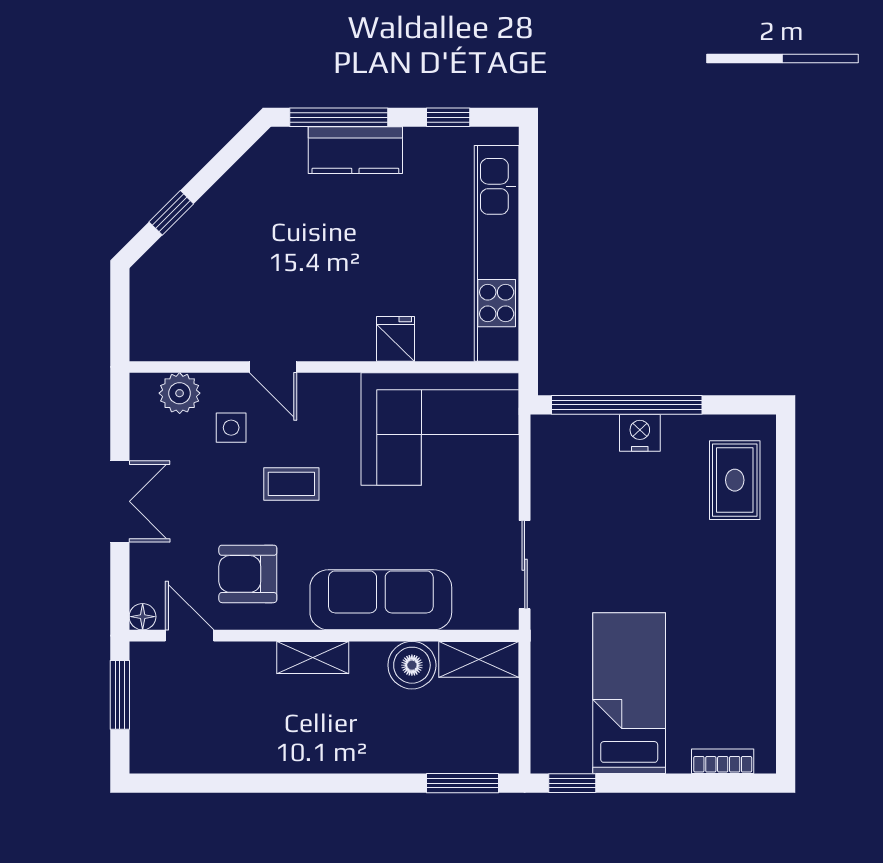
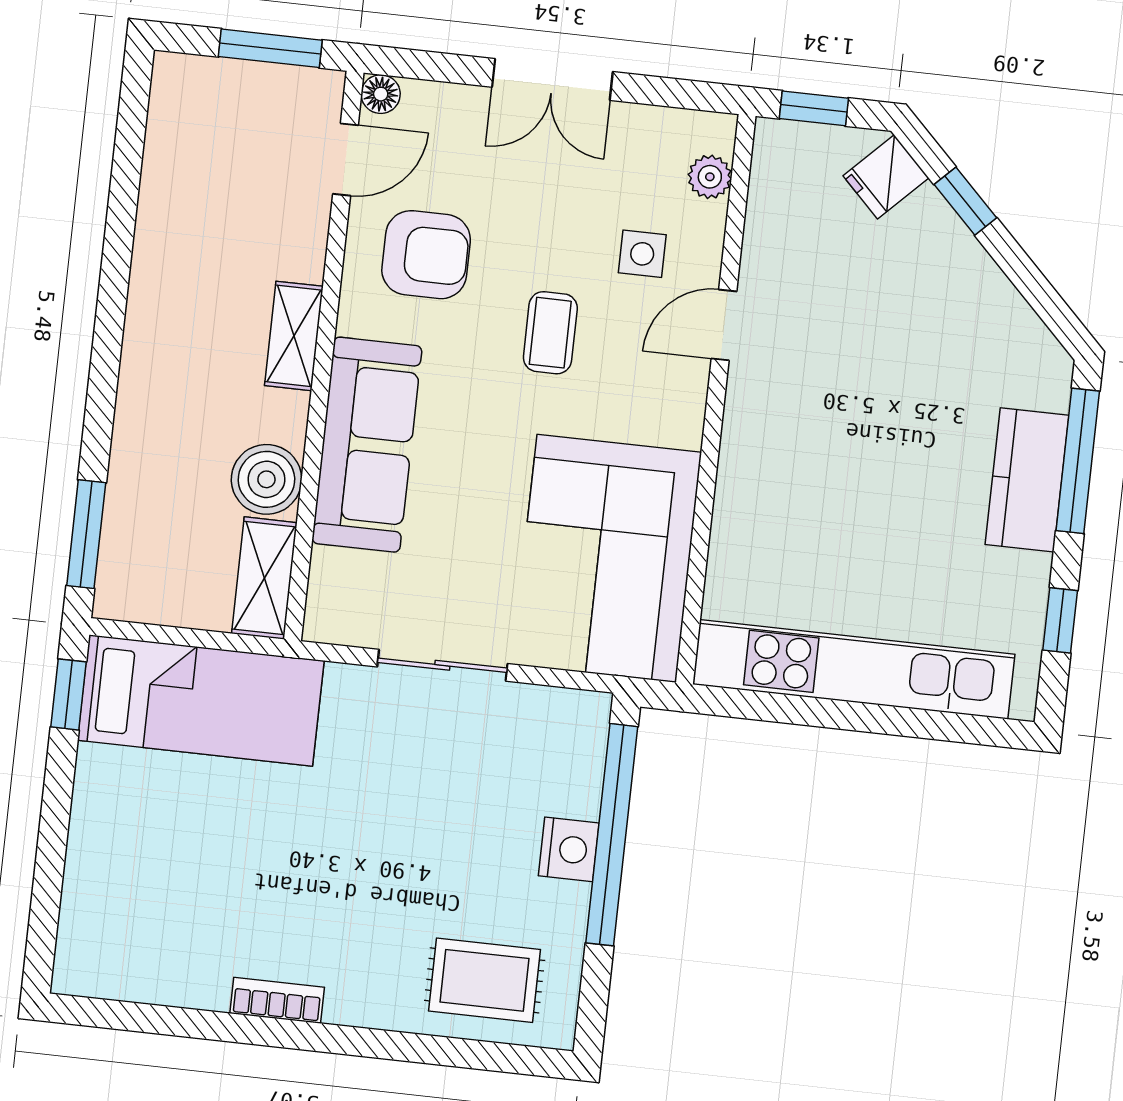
window: (120, 322) -> (814, 108), added
fridge: (395, 339) -> (886, 177), moved, turned 135
plant: (180, 393) -> (710, 177), width x0.73, depth x0.73
sliding door: (525, 565) -> (442, 665), moved
armchair: (248, 574) -> (426, 255), turned 90
bed: (629, 693) -> (201, 700), moved
bookcase: (723, 761) -> (277, 1000), moved, turned -90

